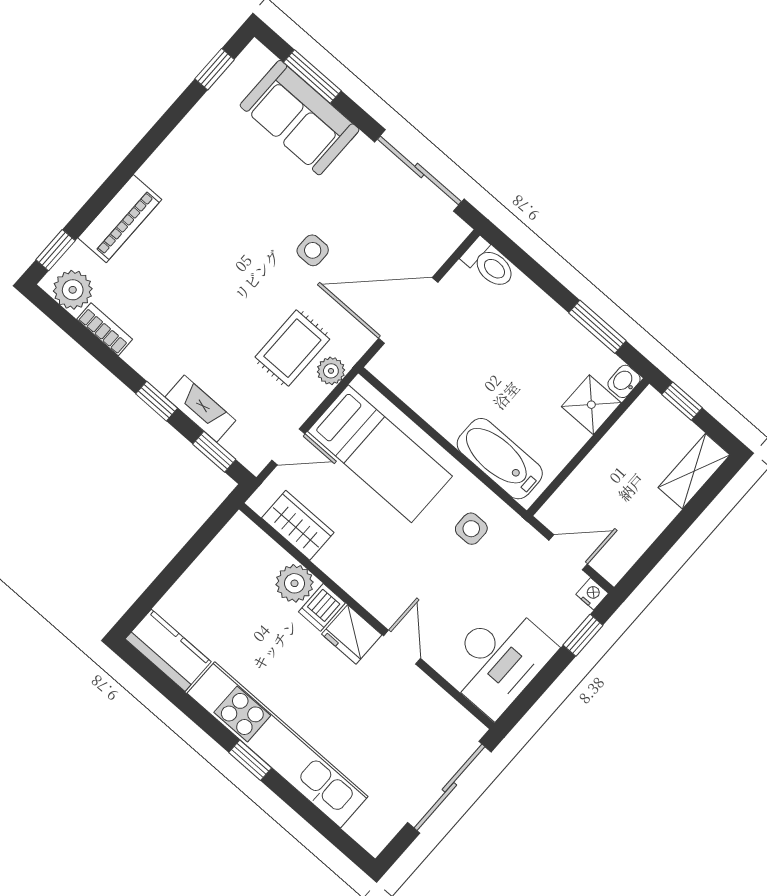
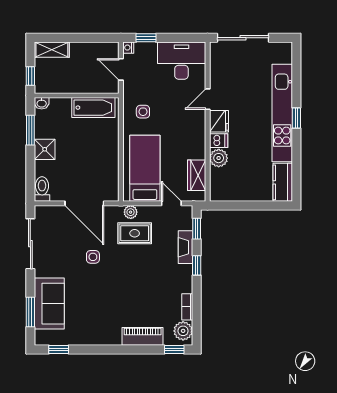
shower: (591, 405) -> (45, 149), moved
bathtub: (500, 459) -> (93, 108), moved, turned -90

